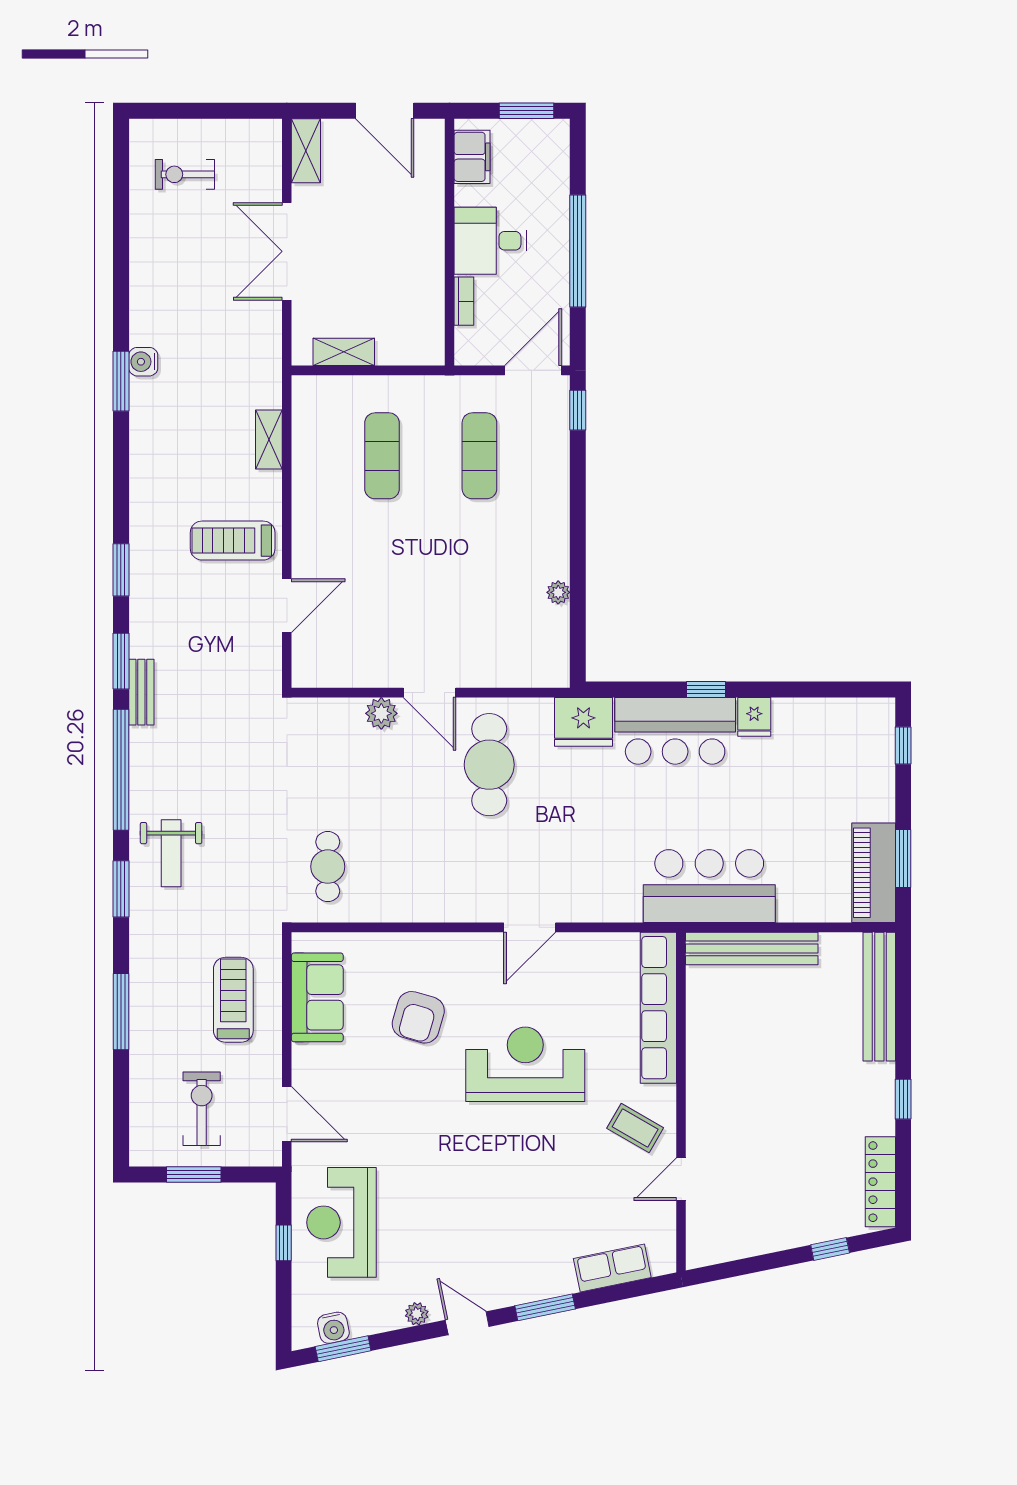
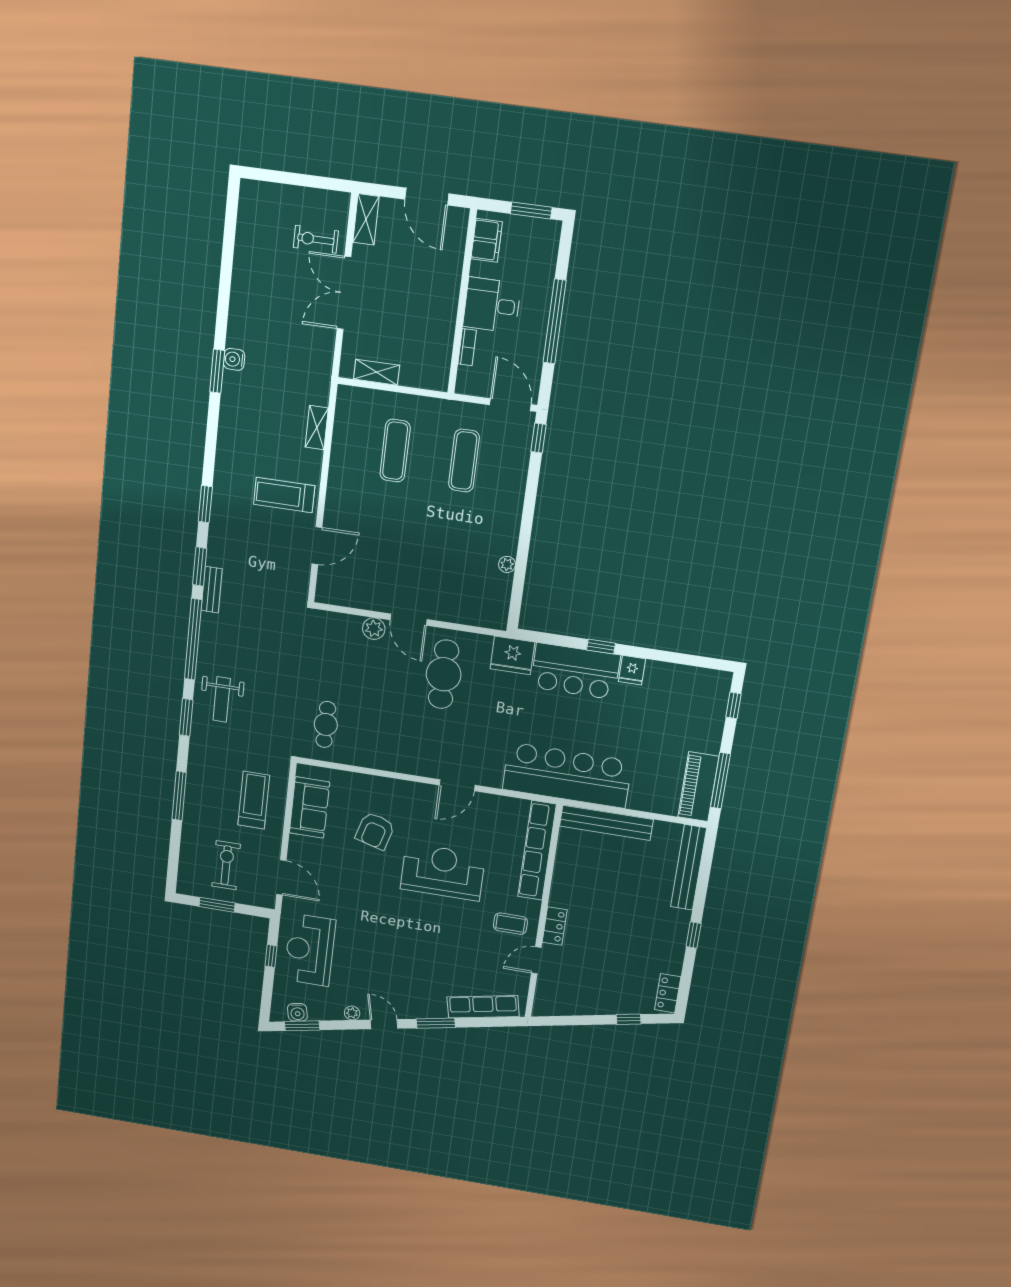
exercise bike: (185, 174) -> (316, 239), moved
door: (533, 370) -> (510, 405), hinge flipped
window: (903, 859) -> (720, 781), width x1.44
bar counter: (709, 886) -> (567, 775), width x1.36
locker: (700, 1120) -> (555, 926), added
coffee table: (635, 1128) -> (510, 924), turned -30
locker: (880, 1182) -> (668, 993), width x0.66
row of seats: (612, 1268) -> (483, 1007), width x1.48

